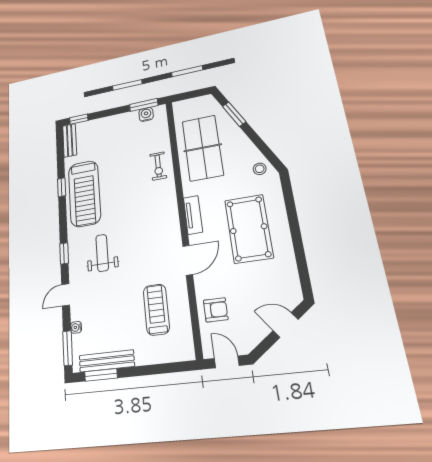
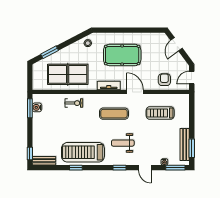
treadmill: (84, 193) -> (83, 152), turned 180
exercise mat: (148, 231) -> (114, 114), added

